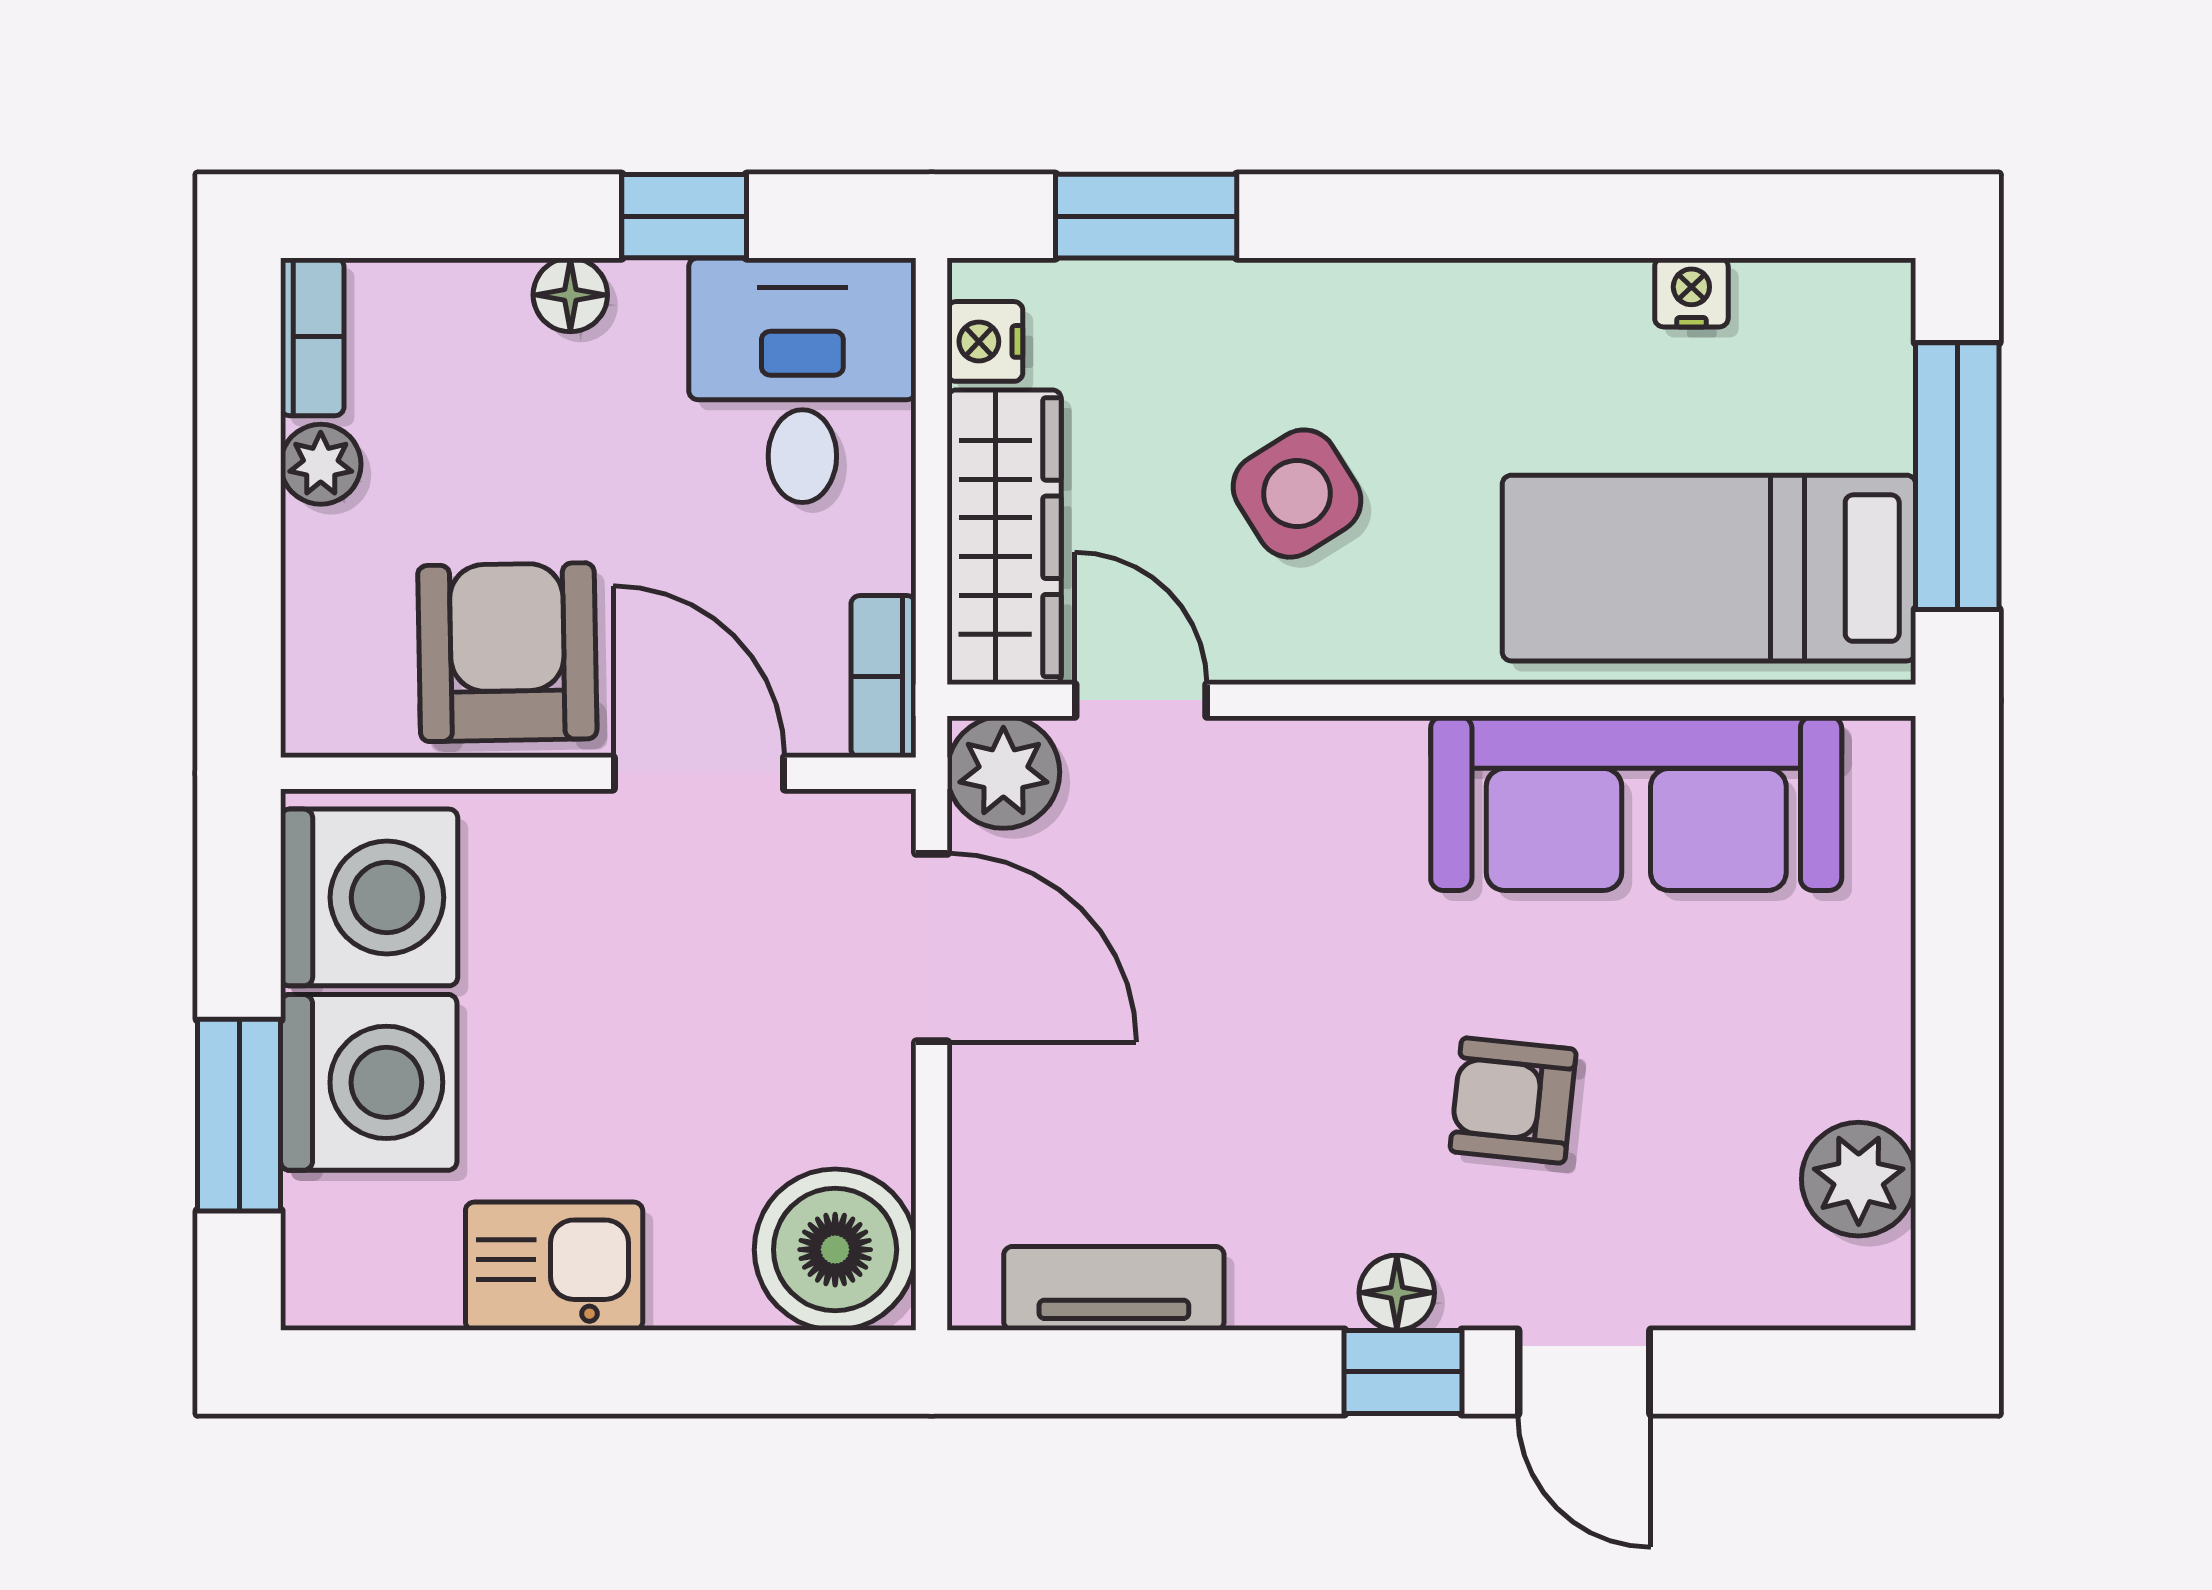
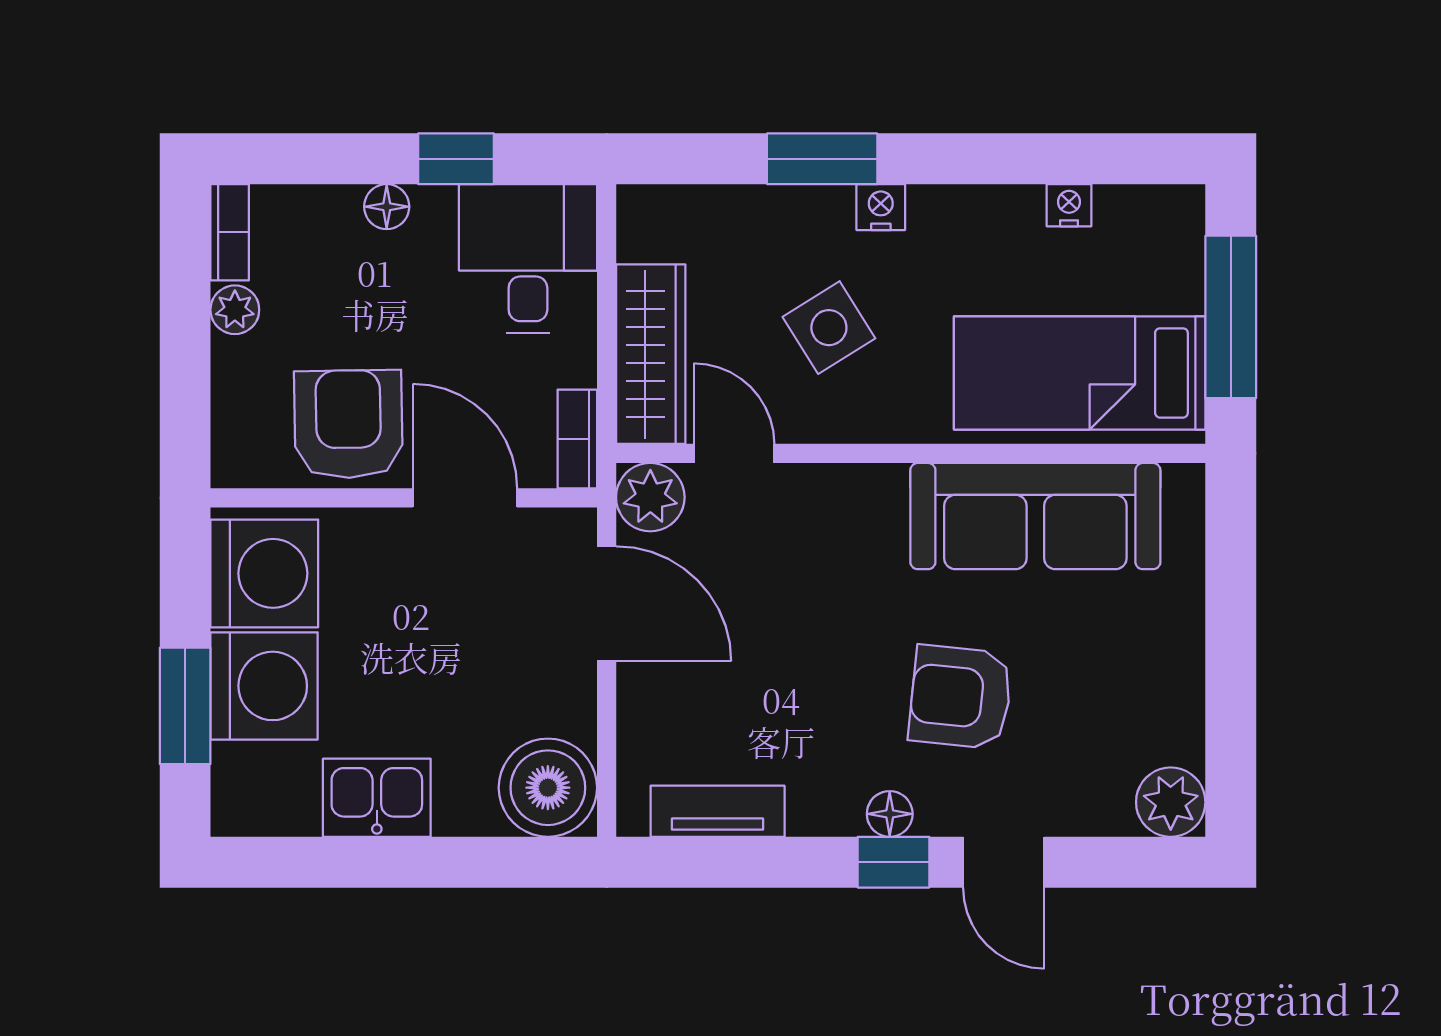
window: (1146, 216) -> (822, 159), moved
nightstand: (985, 341) -> (881, 207), moved, turned 90
armchair: (1513, 1100) -> (960, 697), width x1.38, depth x1.38
plant: (1859, 1179) -> (1171, 802), moved

